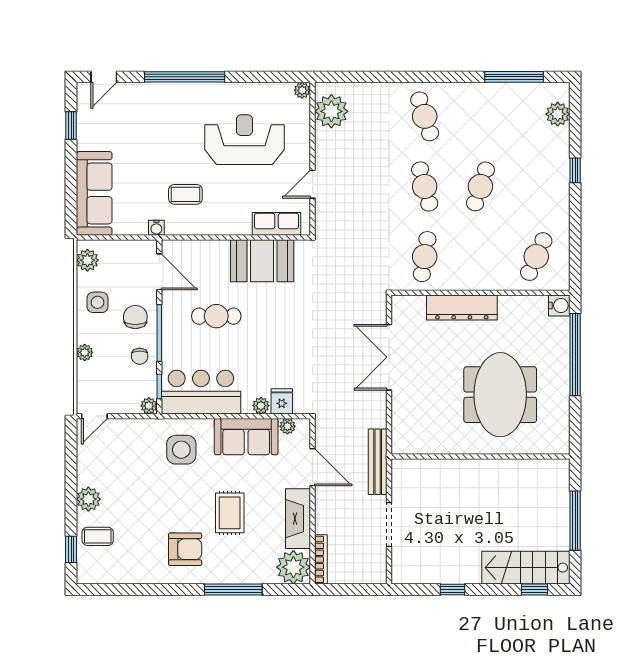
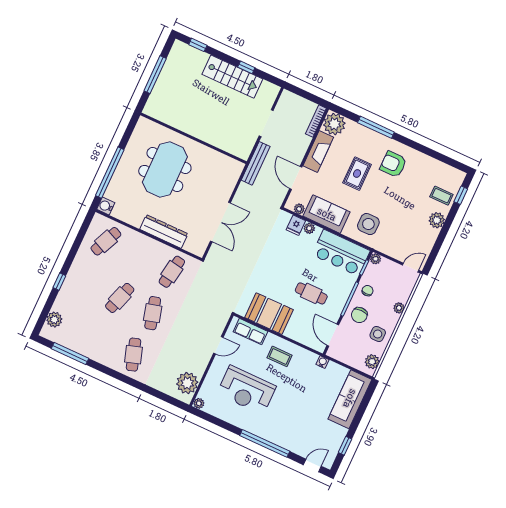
coffee table: (185, 194) -> (280, 356), moved
stairs: (526, 568) -> (232, 77), moved

